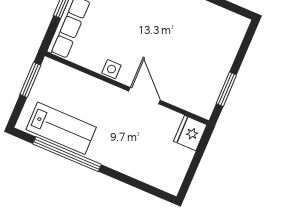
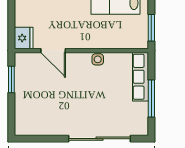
door: (144, 96) -> (53, 51), moved

